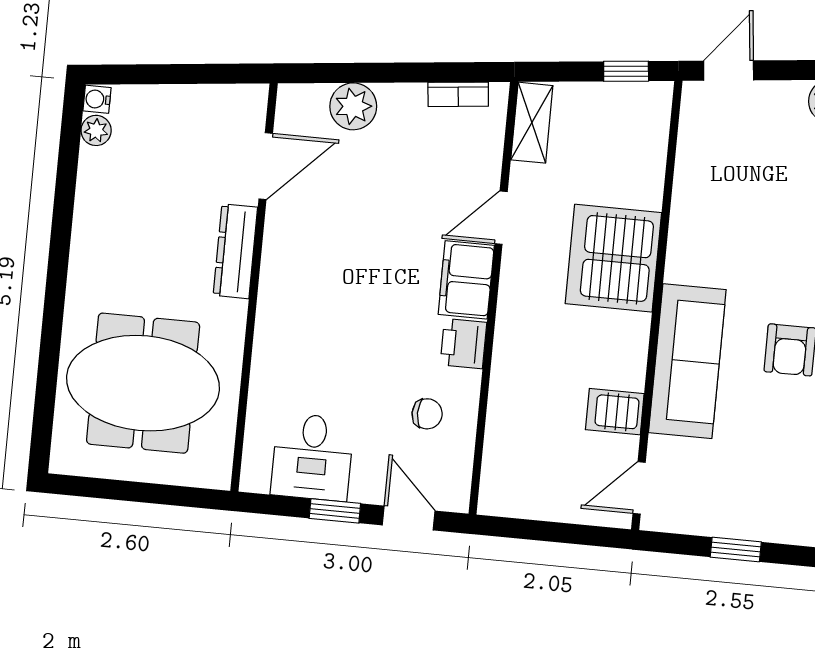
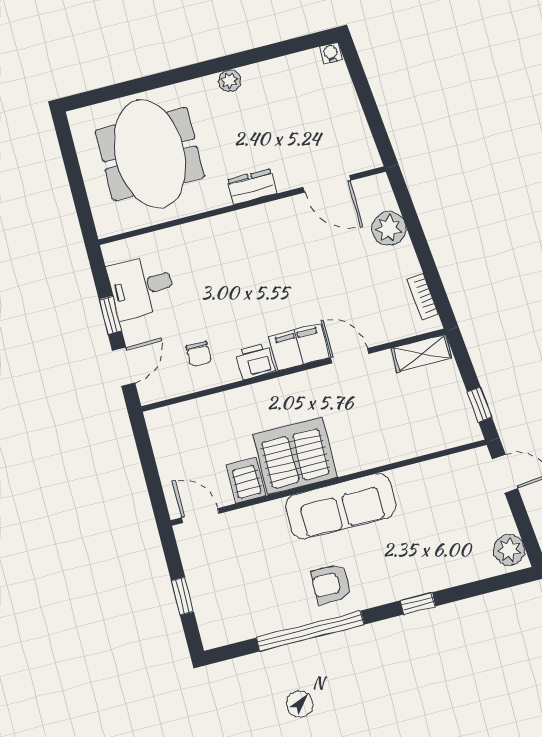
plant: (96, 130) -> (230, 81), moved
dresser: (235, 251) -> (252, 187), width x0.70
server rack: (613, 258) -> (295, 456), moved
sofa: (687, 361) -> (341, 506), moved

